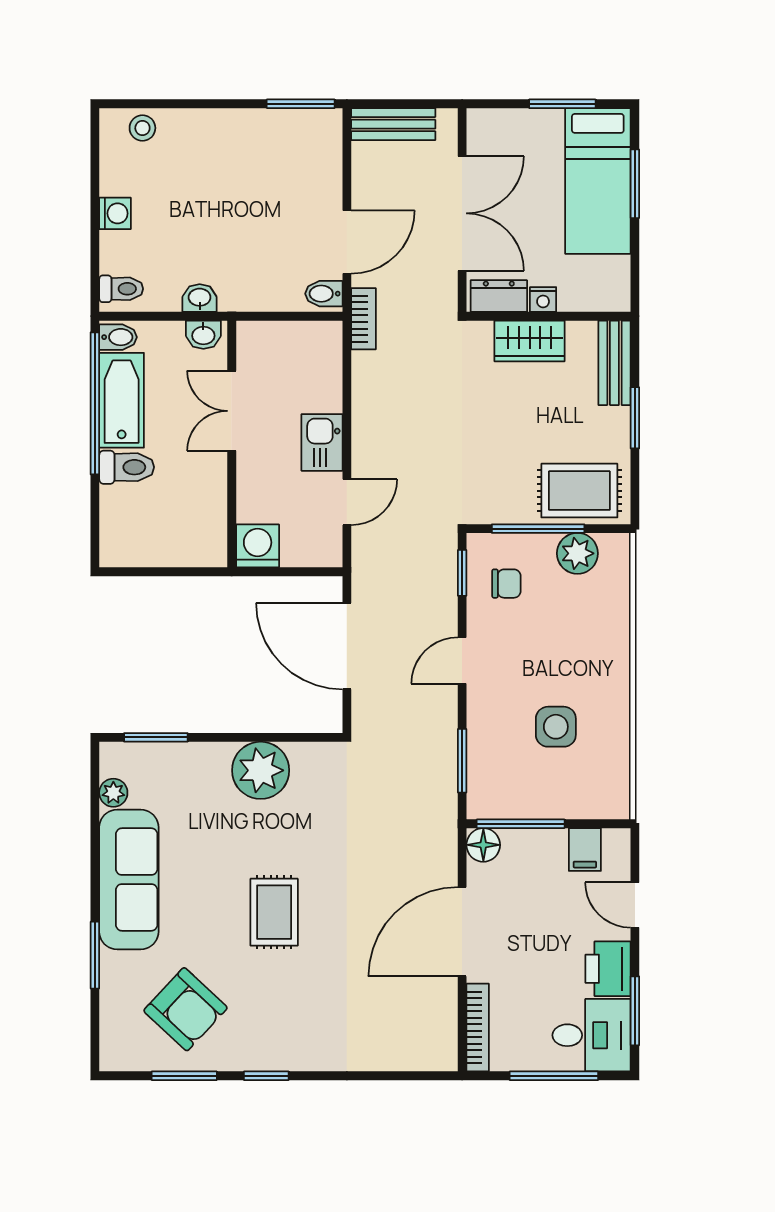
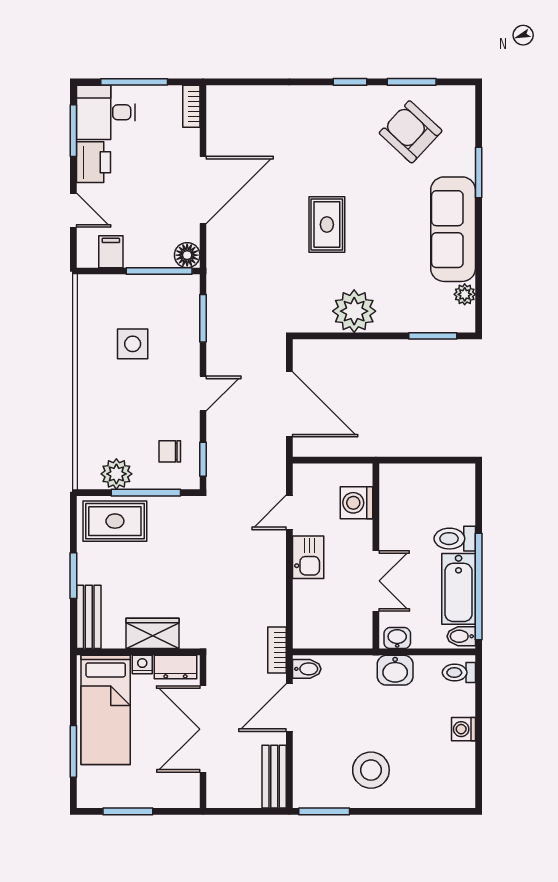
bench: (393, 124) -> (274, 777), moved, turned 90
stool: (142, 128) -> (371, 770), moved, width x1.89, depth x1.89
bed: (598, 181) -> (106, 710), moved, turned 180
washbasin: (200, 298) -> (395, 670), width x1.38, depth x1.45
washing machine: (258, 546) -> (356, 503), moved, turned 90
rug: (274, 912) -> (327, 224), moved
bookcase: (478, 1028) -> (191, 106), width x0.64

